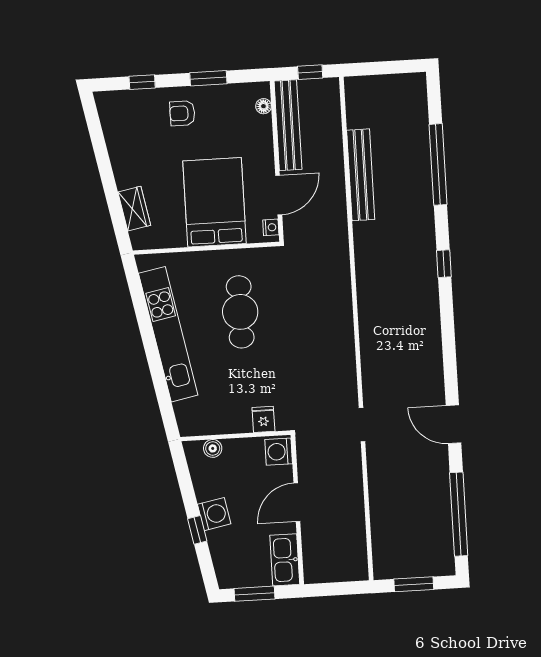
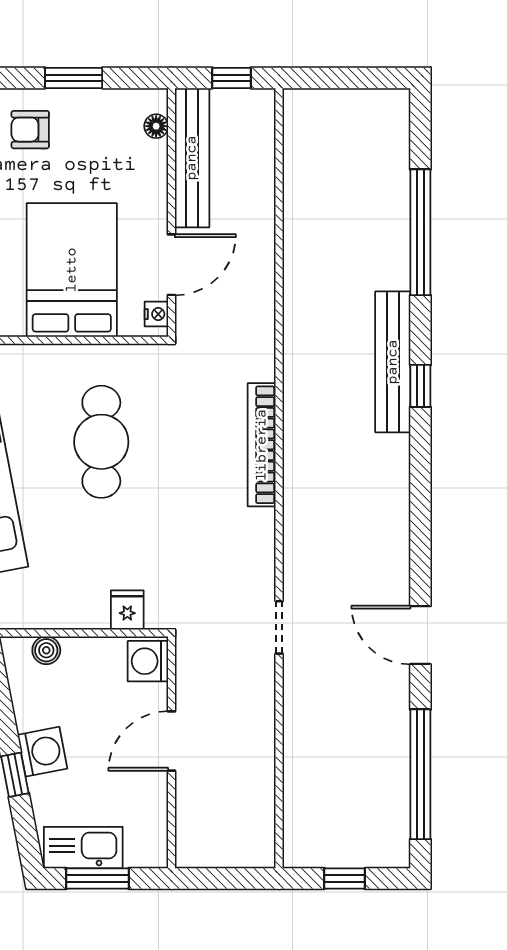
bench: (361, 175) -> (393, 362), moved
bookcase: (344, 308) -> (262, 445), added
kitchen sink: (285, 560) -> (83, 848), moved, turned 90
window: (414, 584) -> (345, 878), width x0.67

